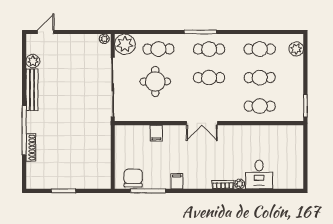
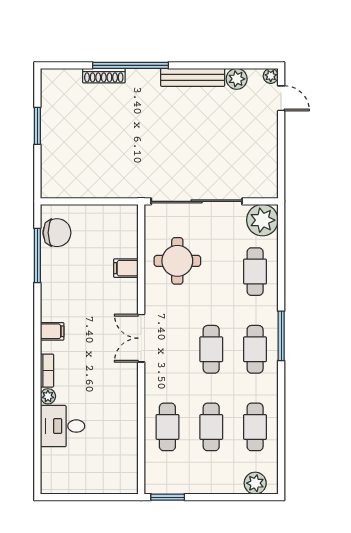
plant: (104, 39) -> (271, 76), moved
round table: (155, 82) -> (177, 261), moved
filing cabinet: (177, 181) -> (52, 331), moved

